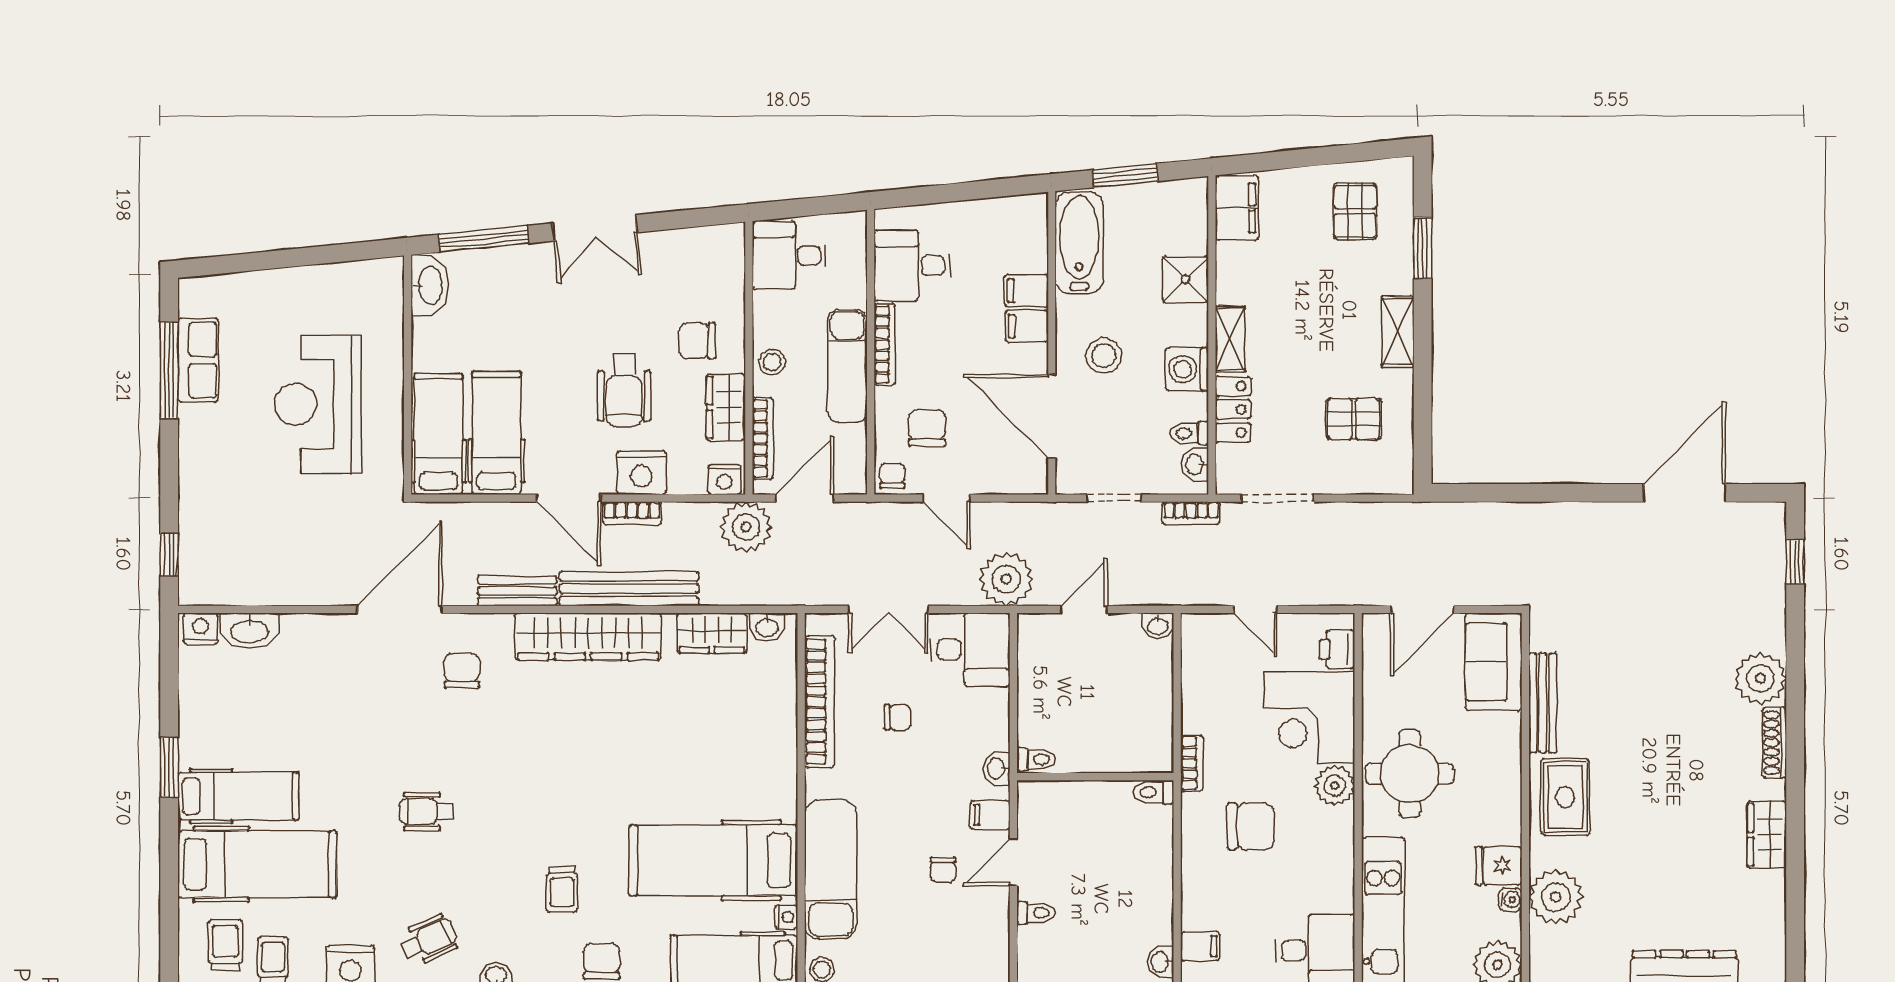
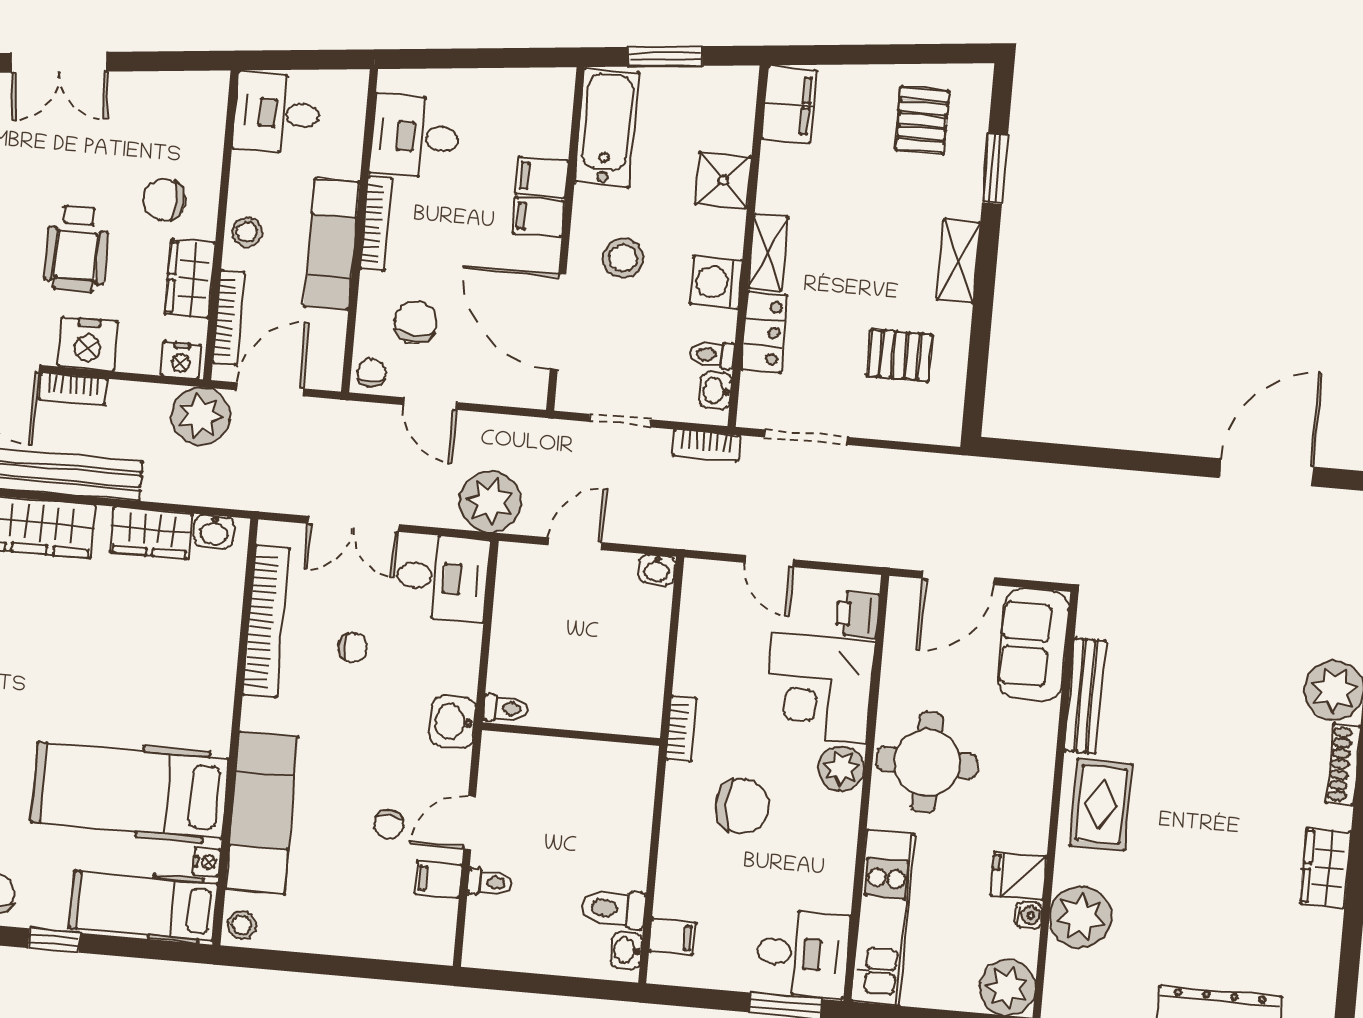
washbasin: (997, 769) -> (453, 722), width x1.38, depth x1.45
toilet: (1154, 792) -> (613, 909), moved, width x1.37, depth x1.39
filing cabinet: (990, 815) -> (438, 879), moved

